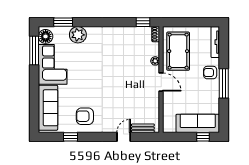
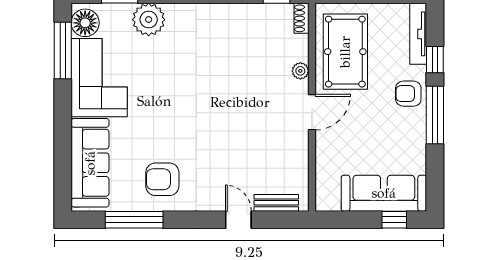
window: (224, 55) -> (435, 60), added
door: (161, 82) -> (312, 112), hinge flipped
window: (70, 137) -> (134, 220), width x2.17
door: (124, 137) -> (238, 220), hinge flipped

